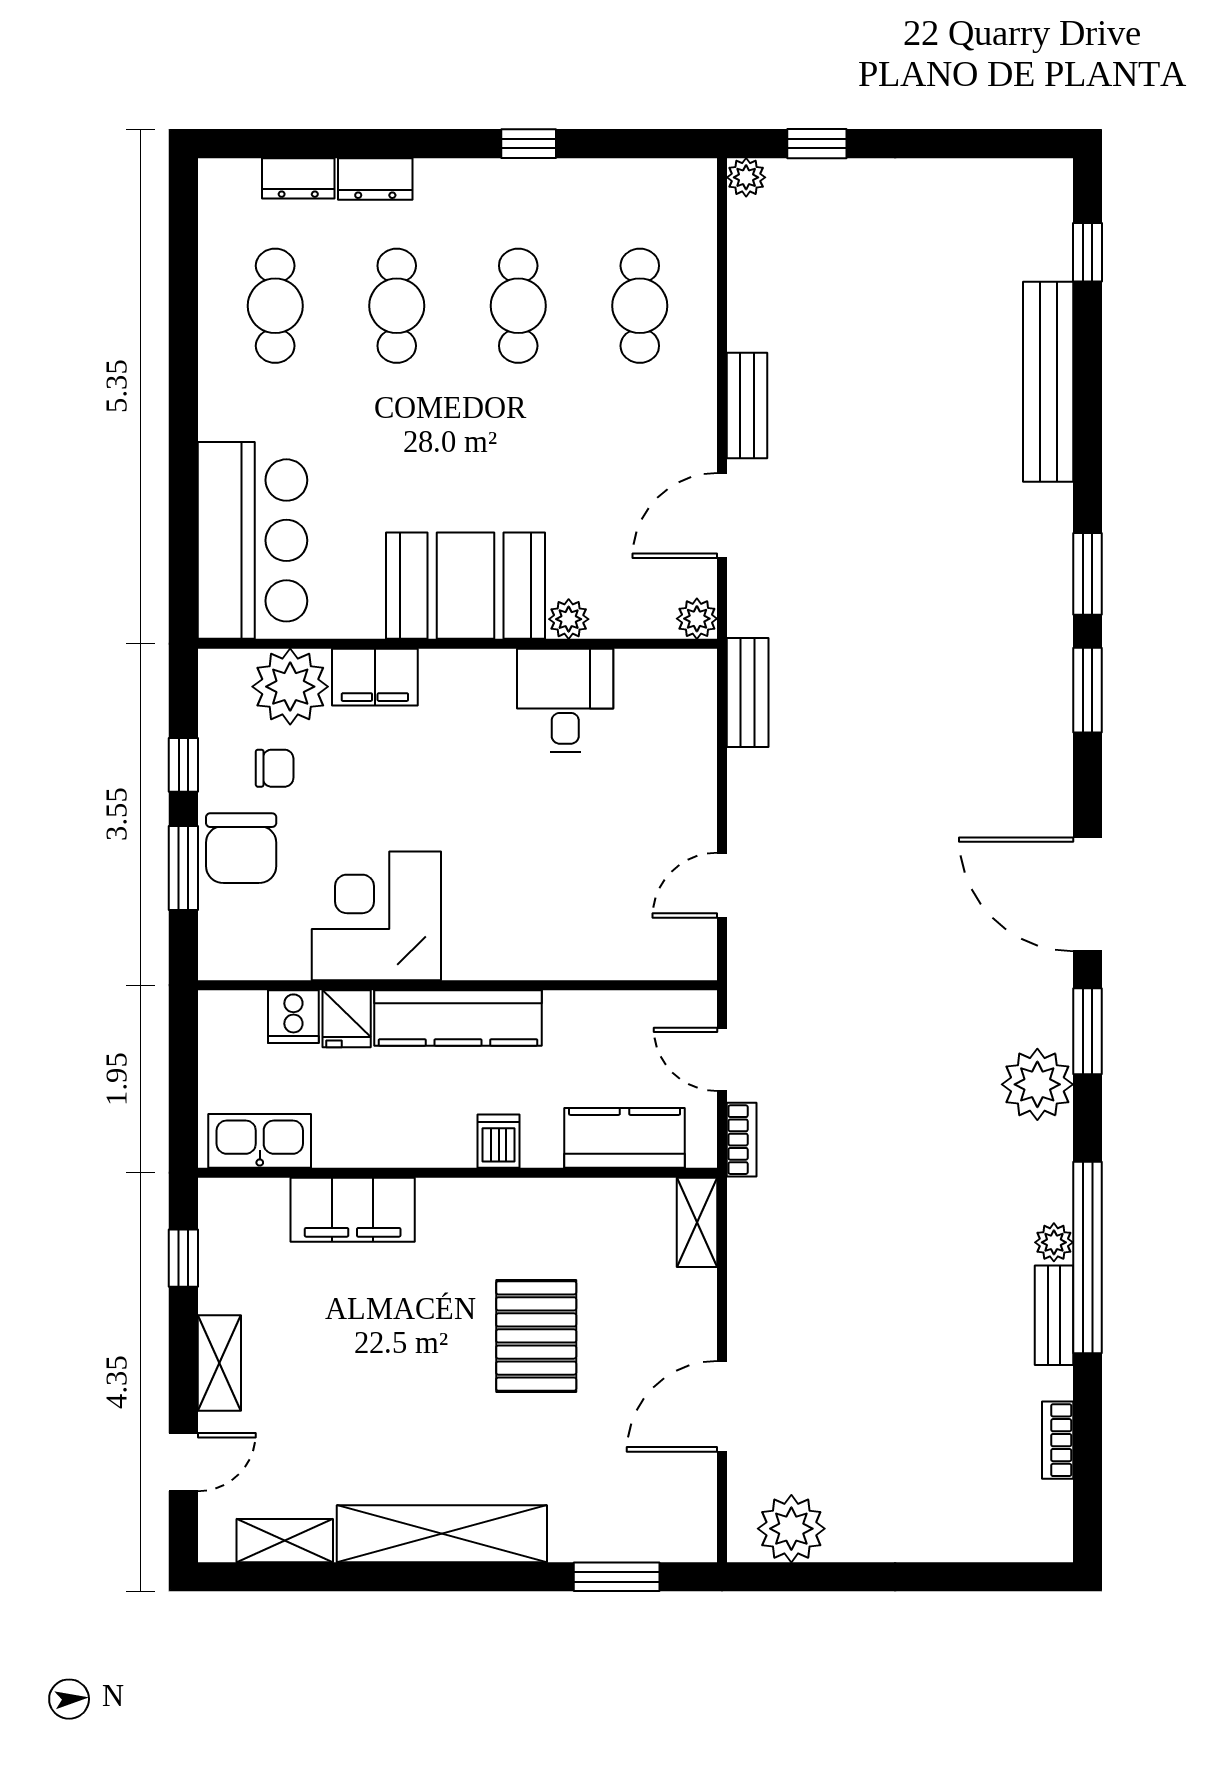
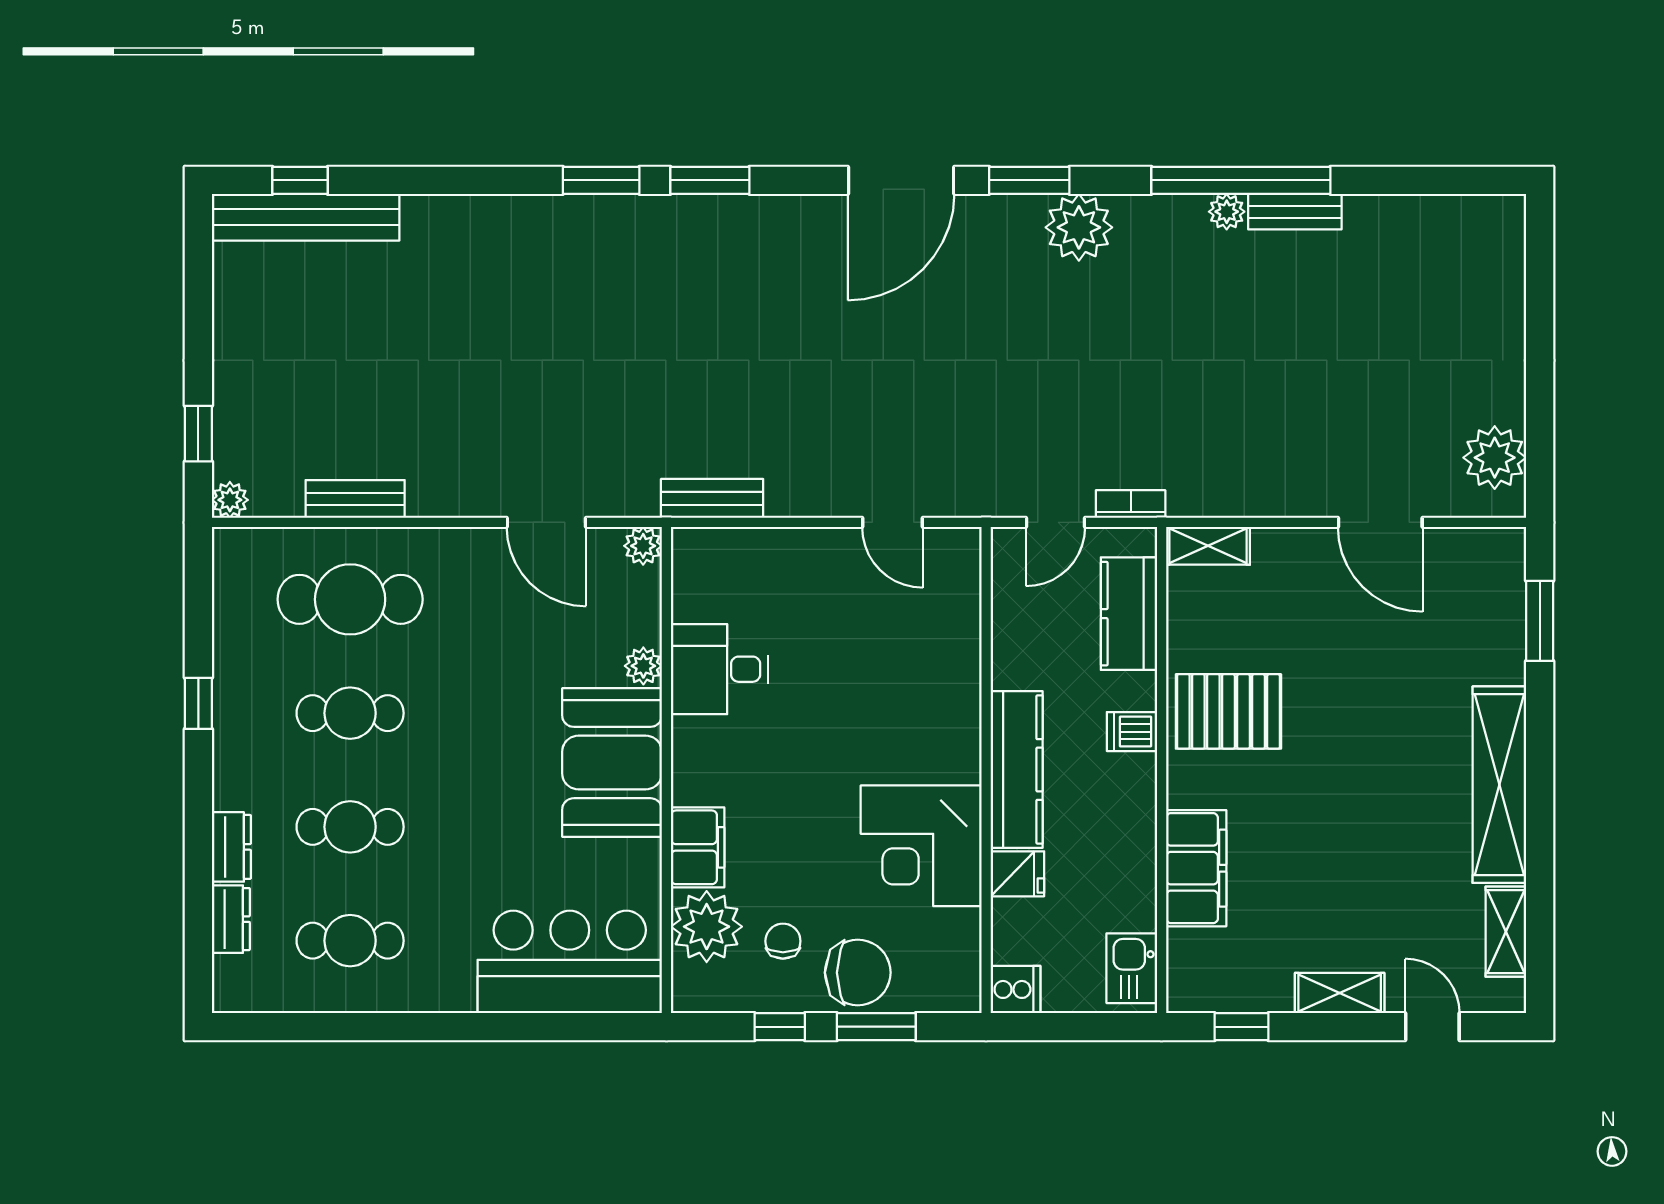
cafe table: (640, 306) -> (350, 599), width x1.37, depth x1.35
bench: (1048, 382) -> (306, 217), moved
bench: (747, 406) -> (355, 499), moved
cooker: (293, 1017) -> (1015, 989), moved
kitchen sink: (260, 1141) -> (1132, 968), width x0.73
pallet: (536, 1336) -> (1228, 711), moved
bookcase: (1058, 1440) -> (1412, 208), removed

